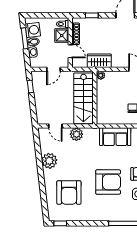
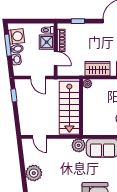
wardrobe: (99, 61) -> (97, 69), moved
door: (53, 69) -> (38, 78), hinge flipped
plant: (76, 134) -> (79, 145), moved

